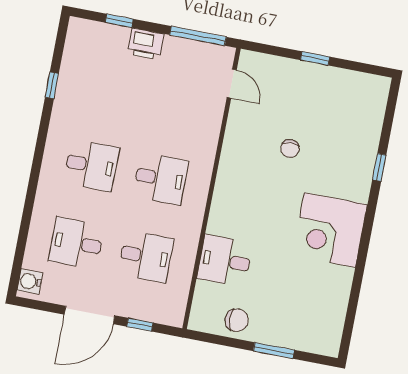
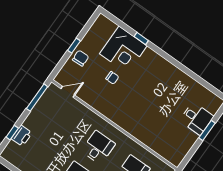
printer: (146, 44) -> (22, 136), moved
corner desk: (330, 230) -> (123, 50), moved
desk: (225, 261) -> (197, 118), moved, turned -90
chair: (237, 320) -> (81, 58), moved

